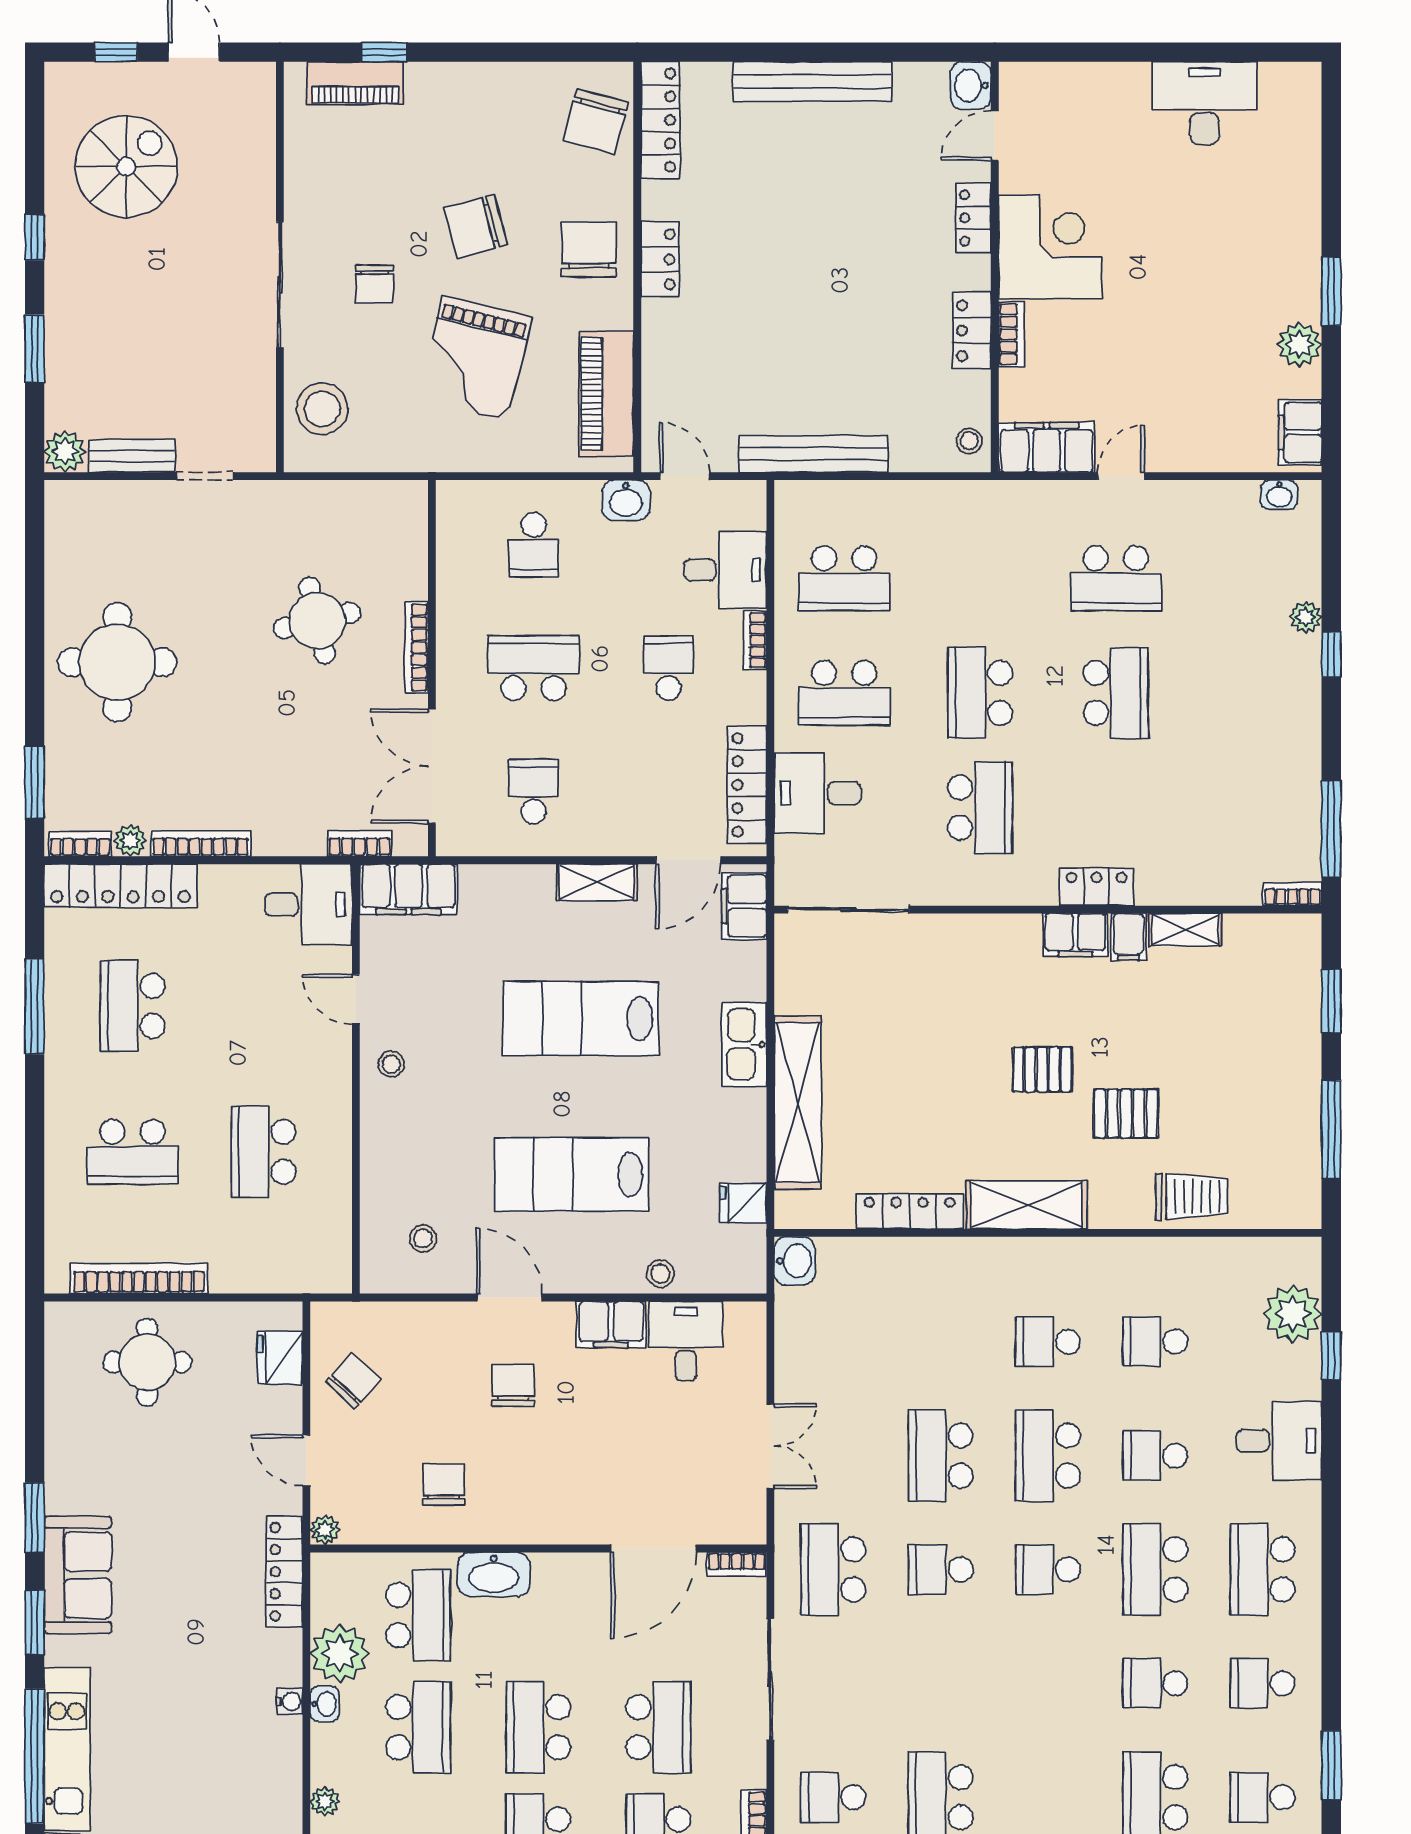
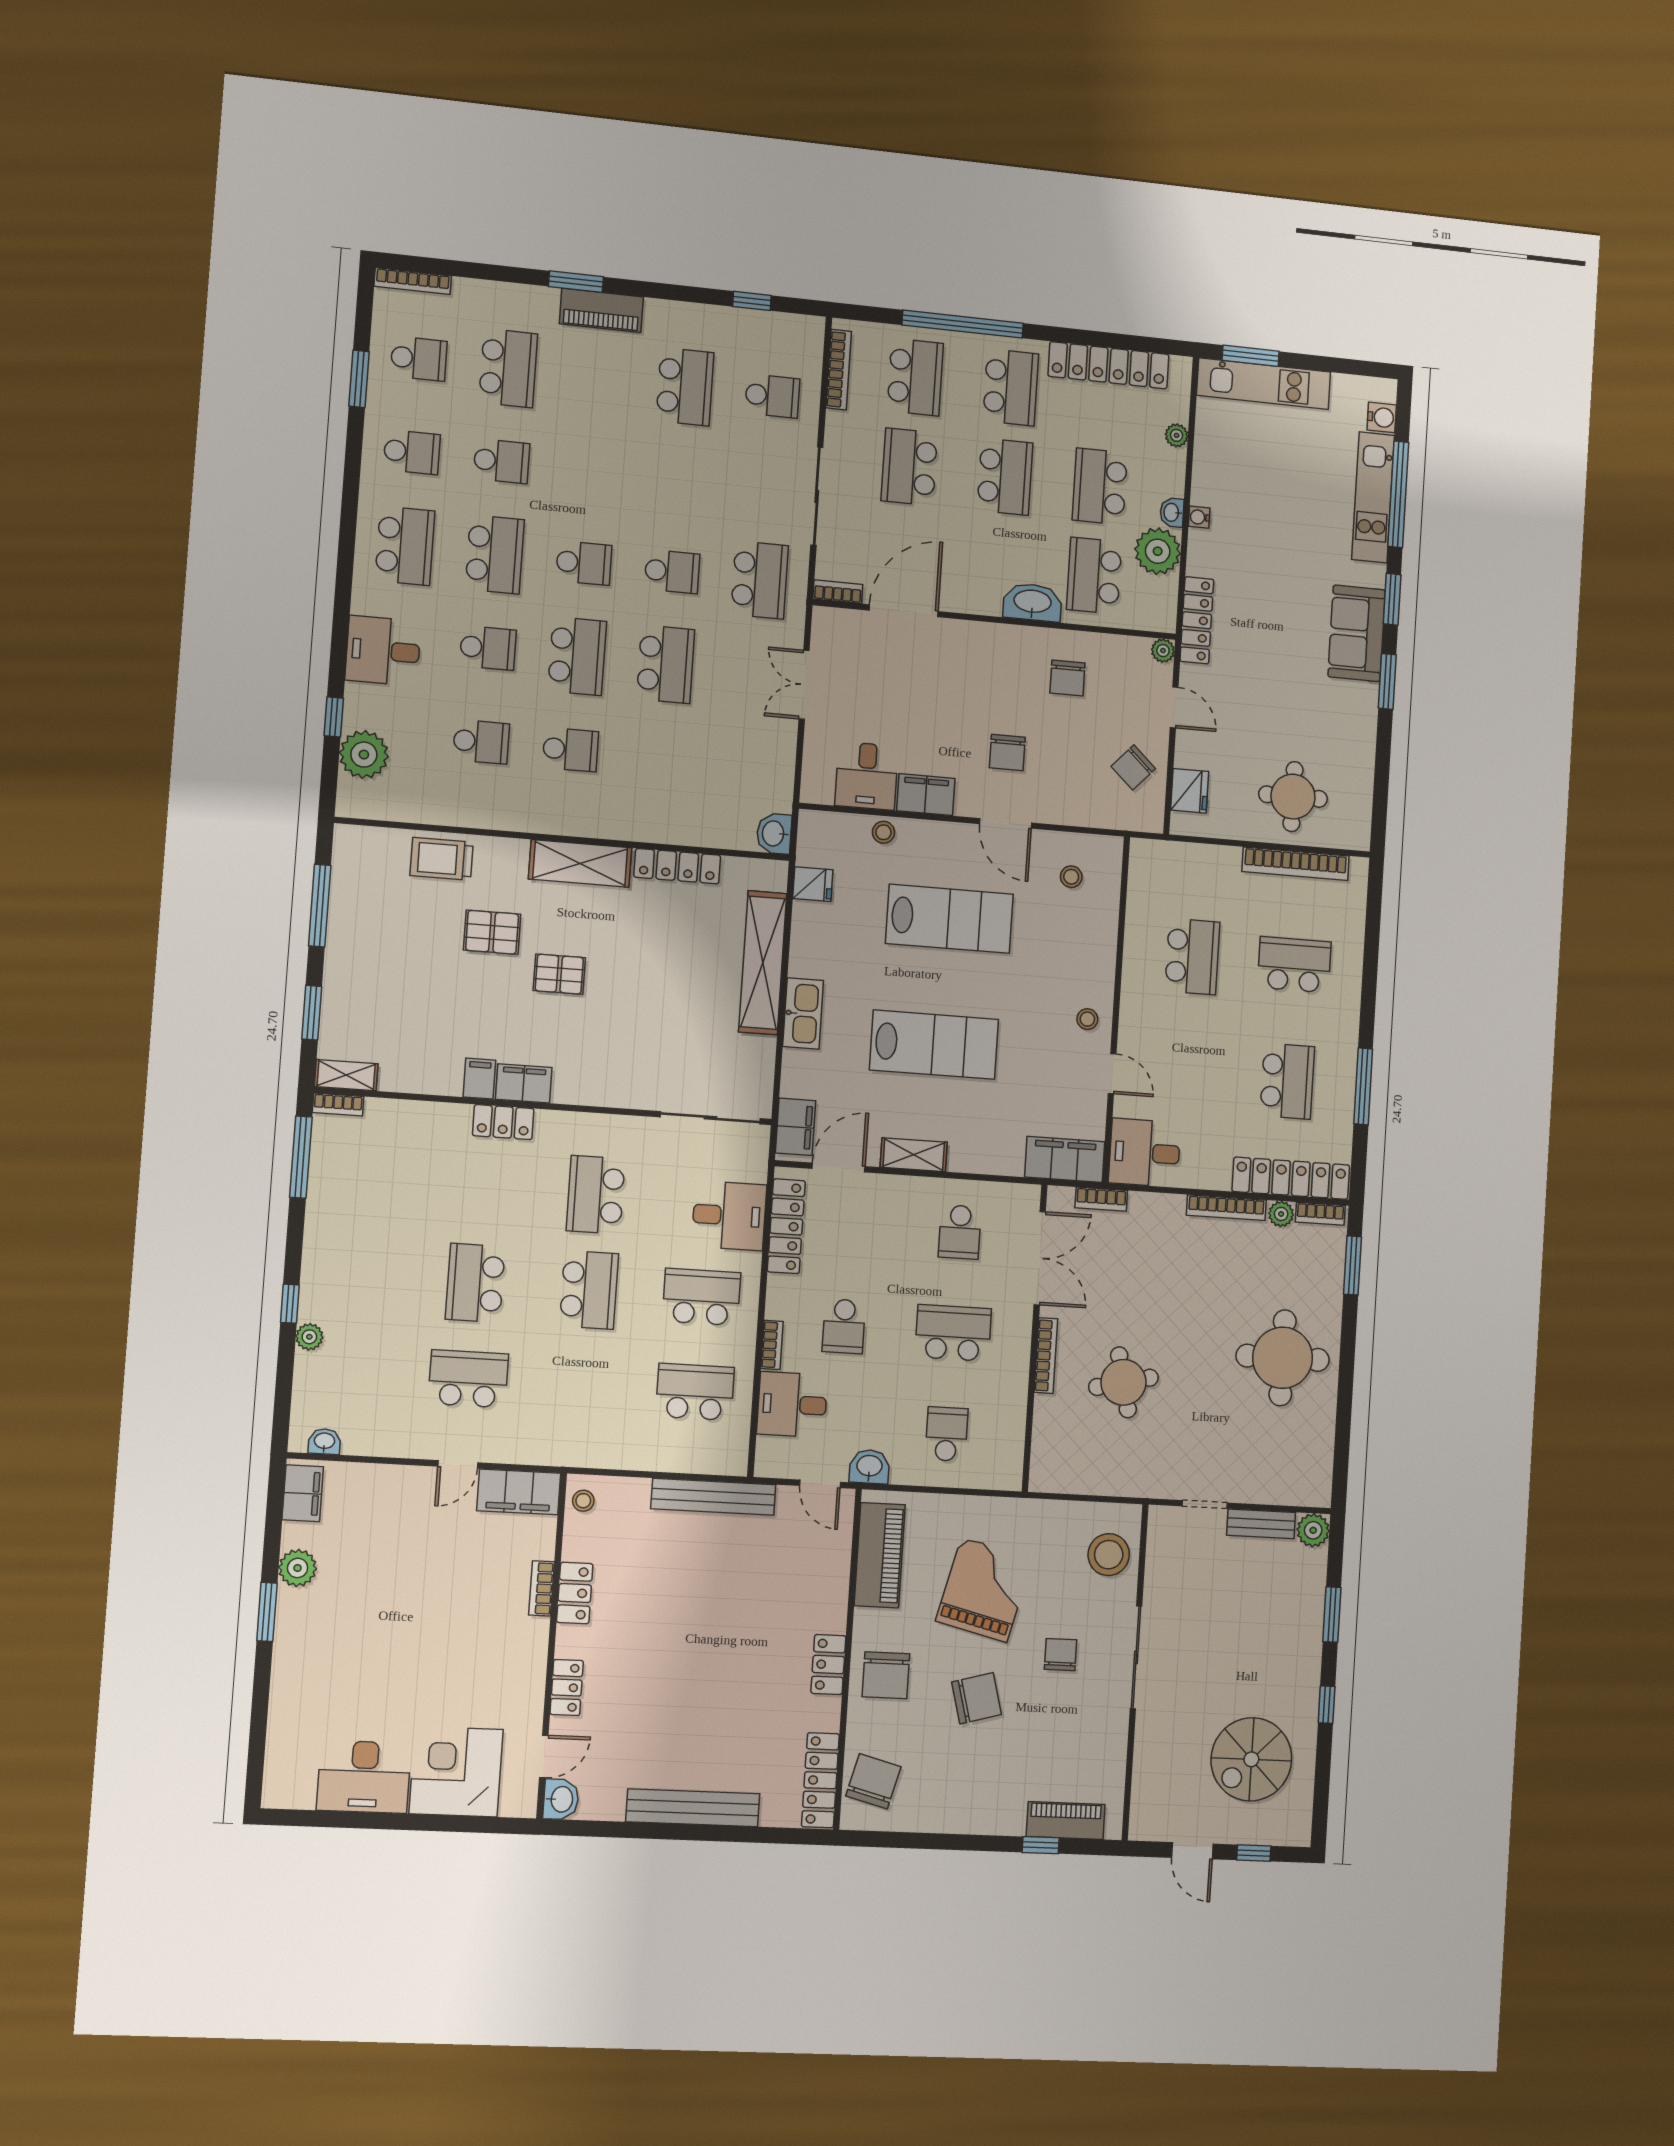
corner desk: (1050, 247) -> (456, 1772), moved, turned 90
school desk: (534, 668) -> (953, 1333), turned 180
shelving: (1185, 930) -> (346, 1075), moved

